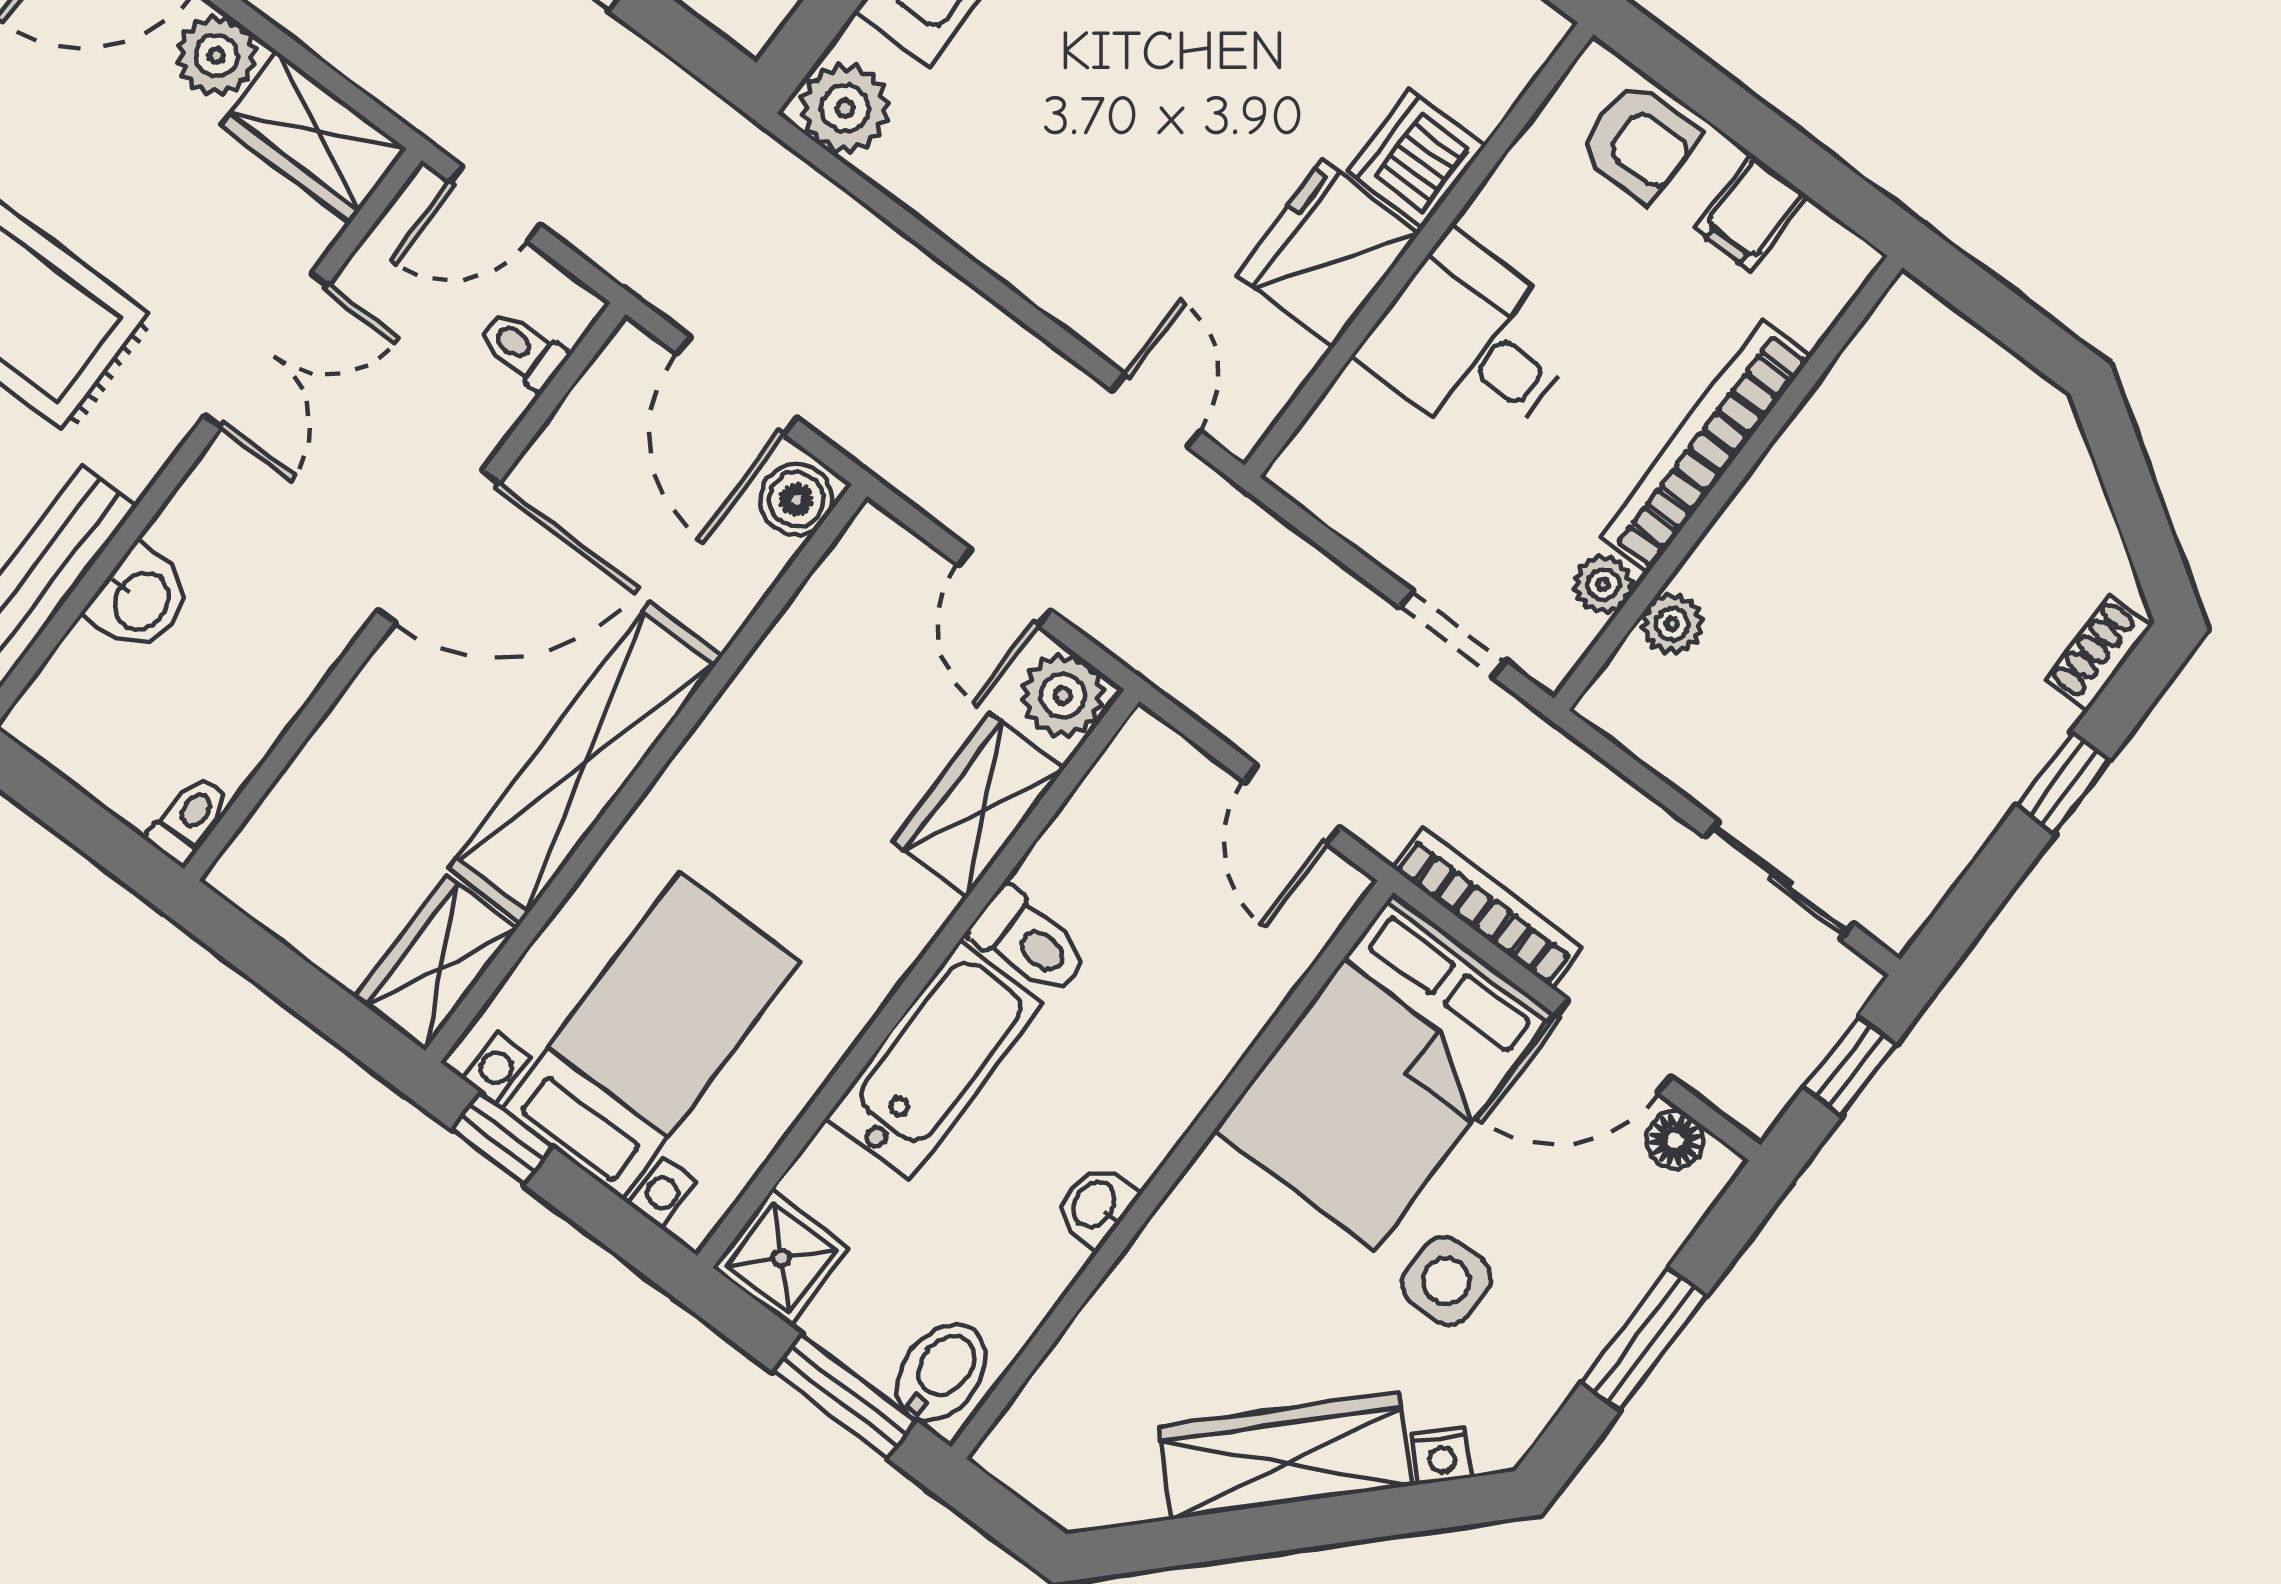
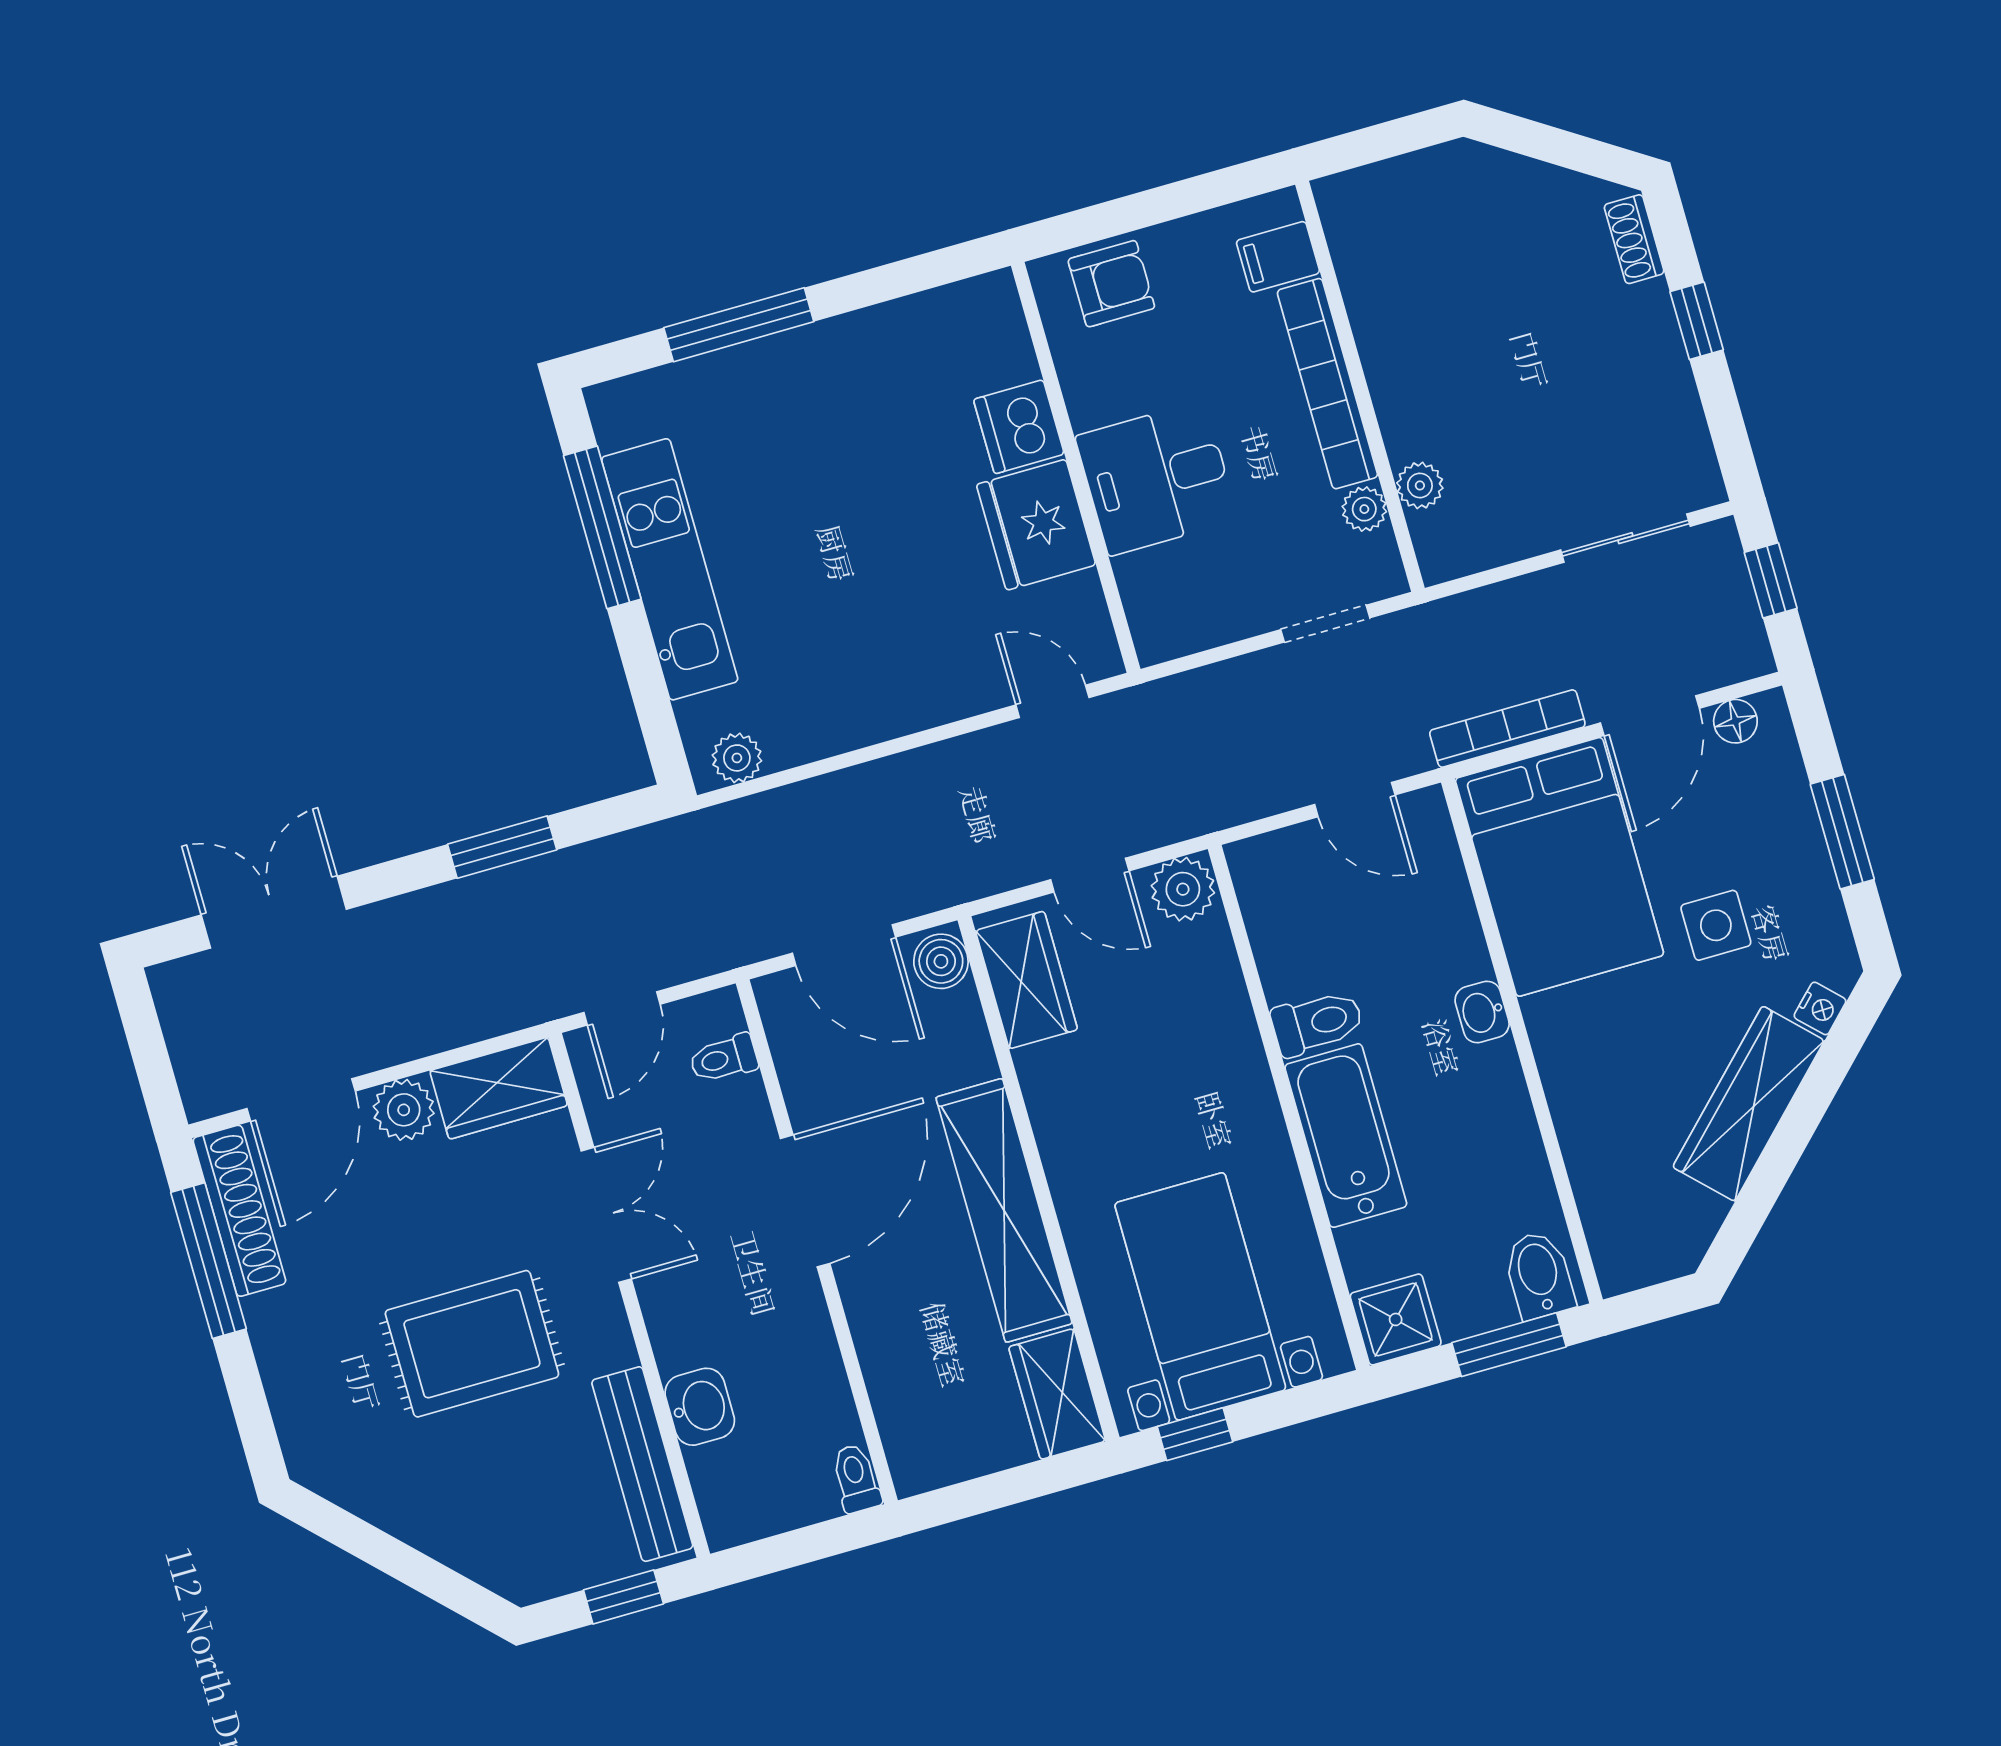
plant: (845, 108) -> (737, 758), width x0.73, depth x0.73
filing cabinet: (1751, 213) -> (1278, 257), moved, turned 90
wardrobe: (979, 805) -> (1027, 980), moved, turned 180
washbasin: (1095, 1205) -> (1482, 1012), moved

